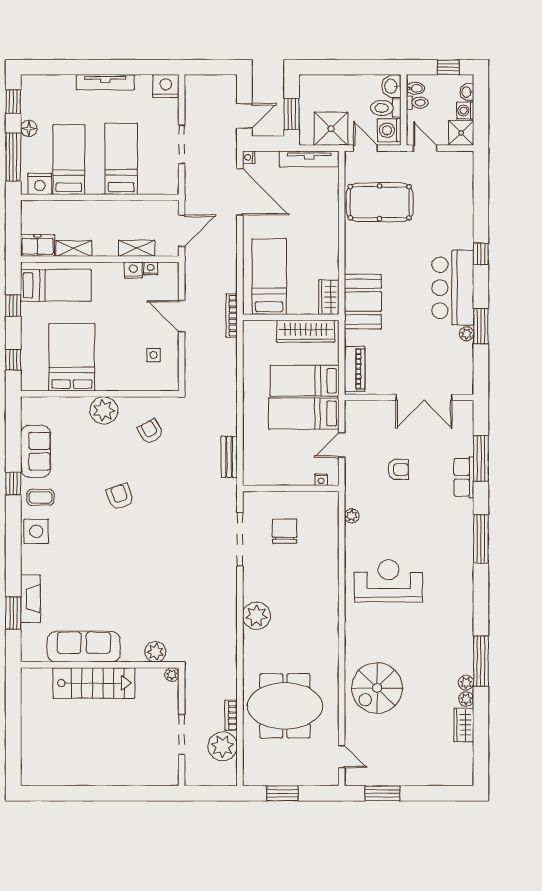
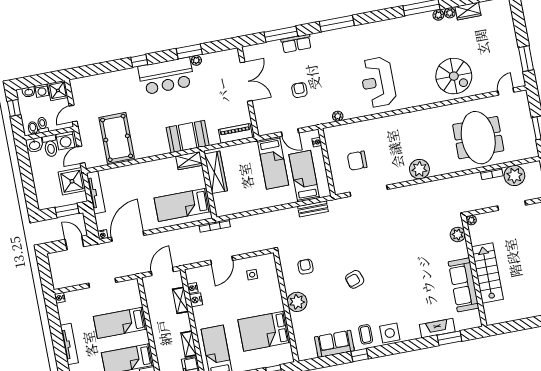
nightstand: (166, 86) -> (60, 298), width x0.53, depth x0.56
door: (182, 231) -> (162, 271), hinge flipped
bed: (305, 381) -> (304, 176), moved, turned 180
armchair: (151, 431) -> (305, 267), turned 120

